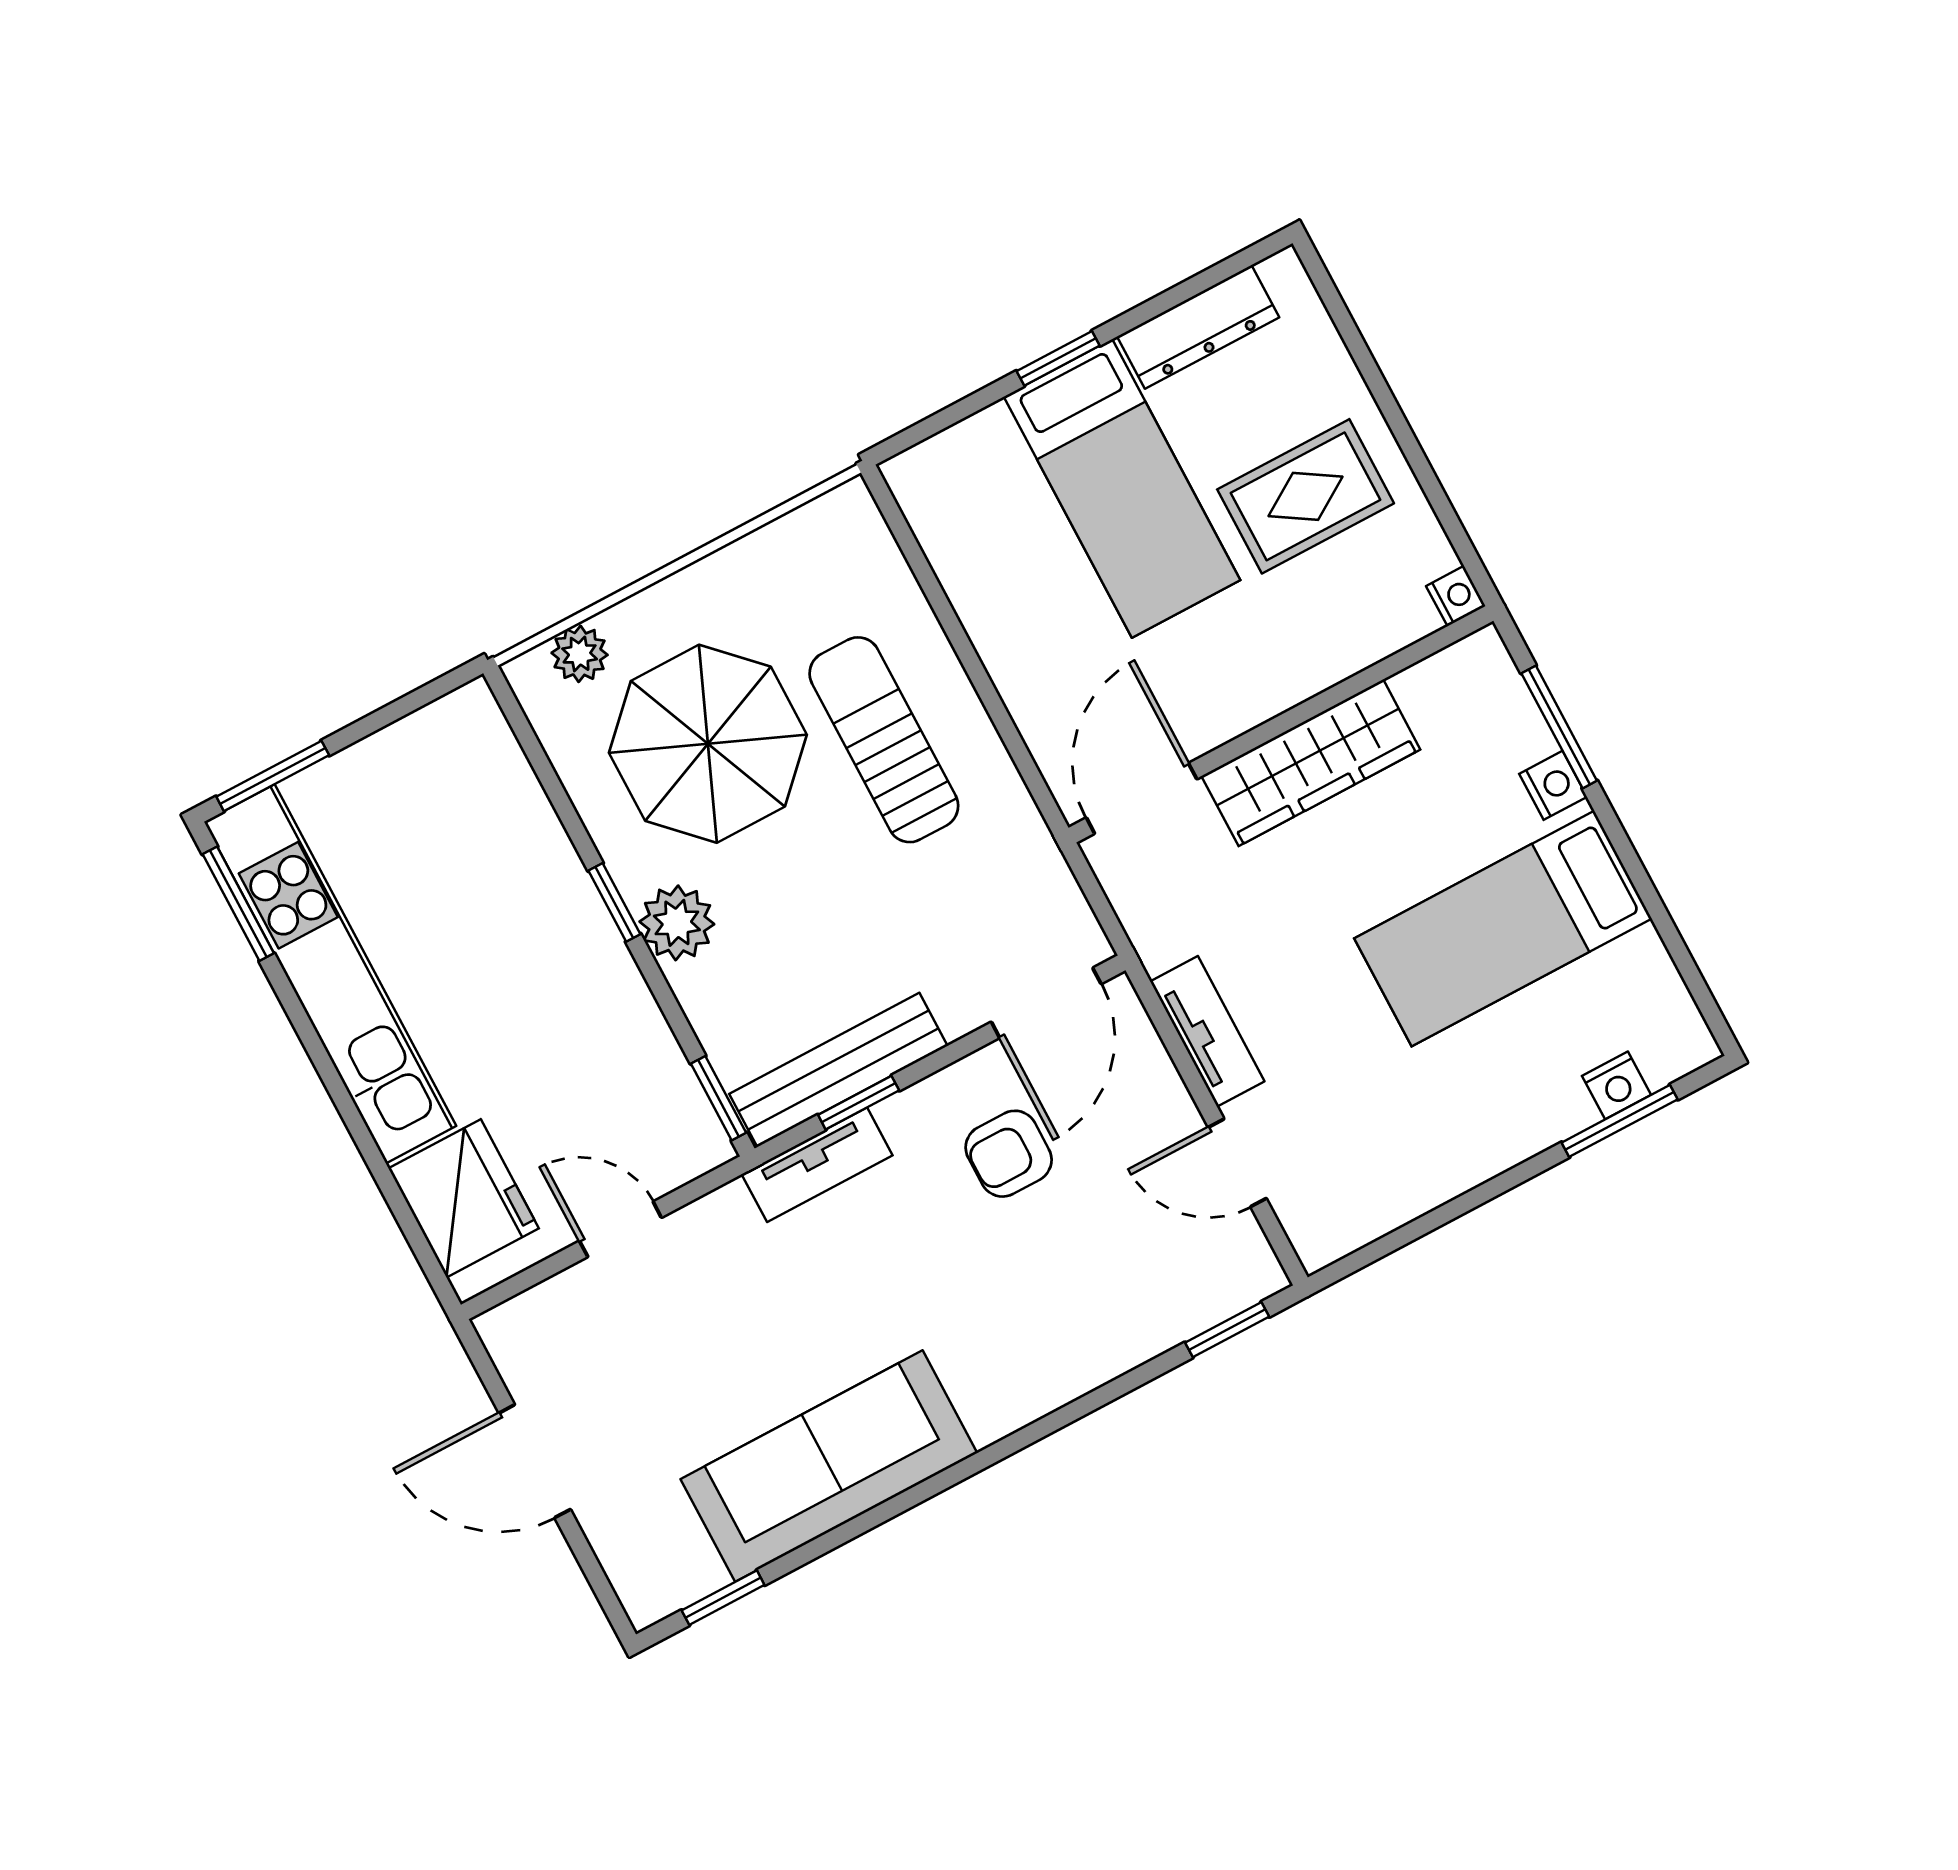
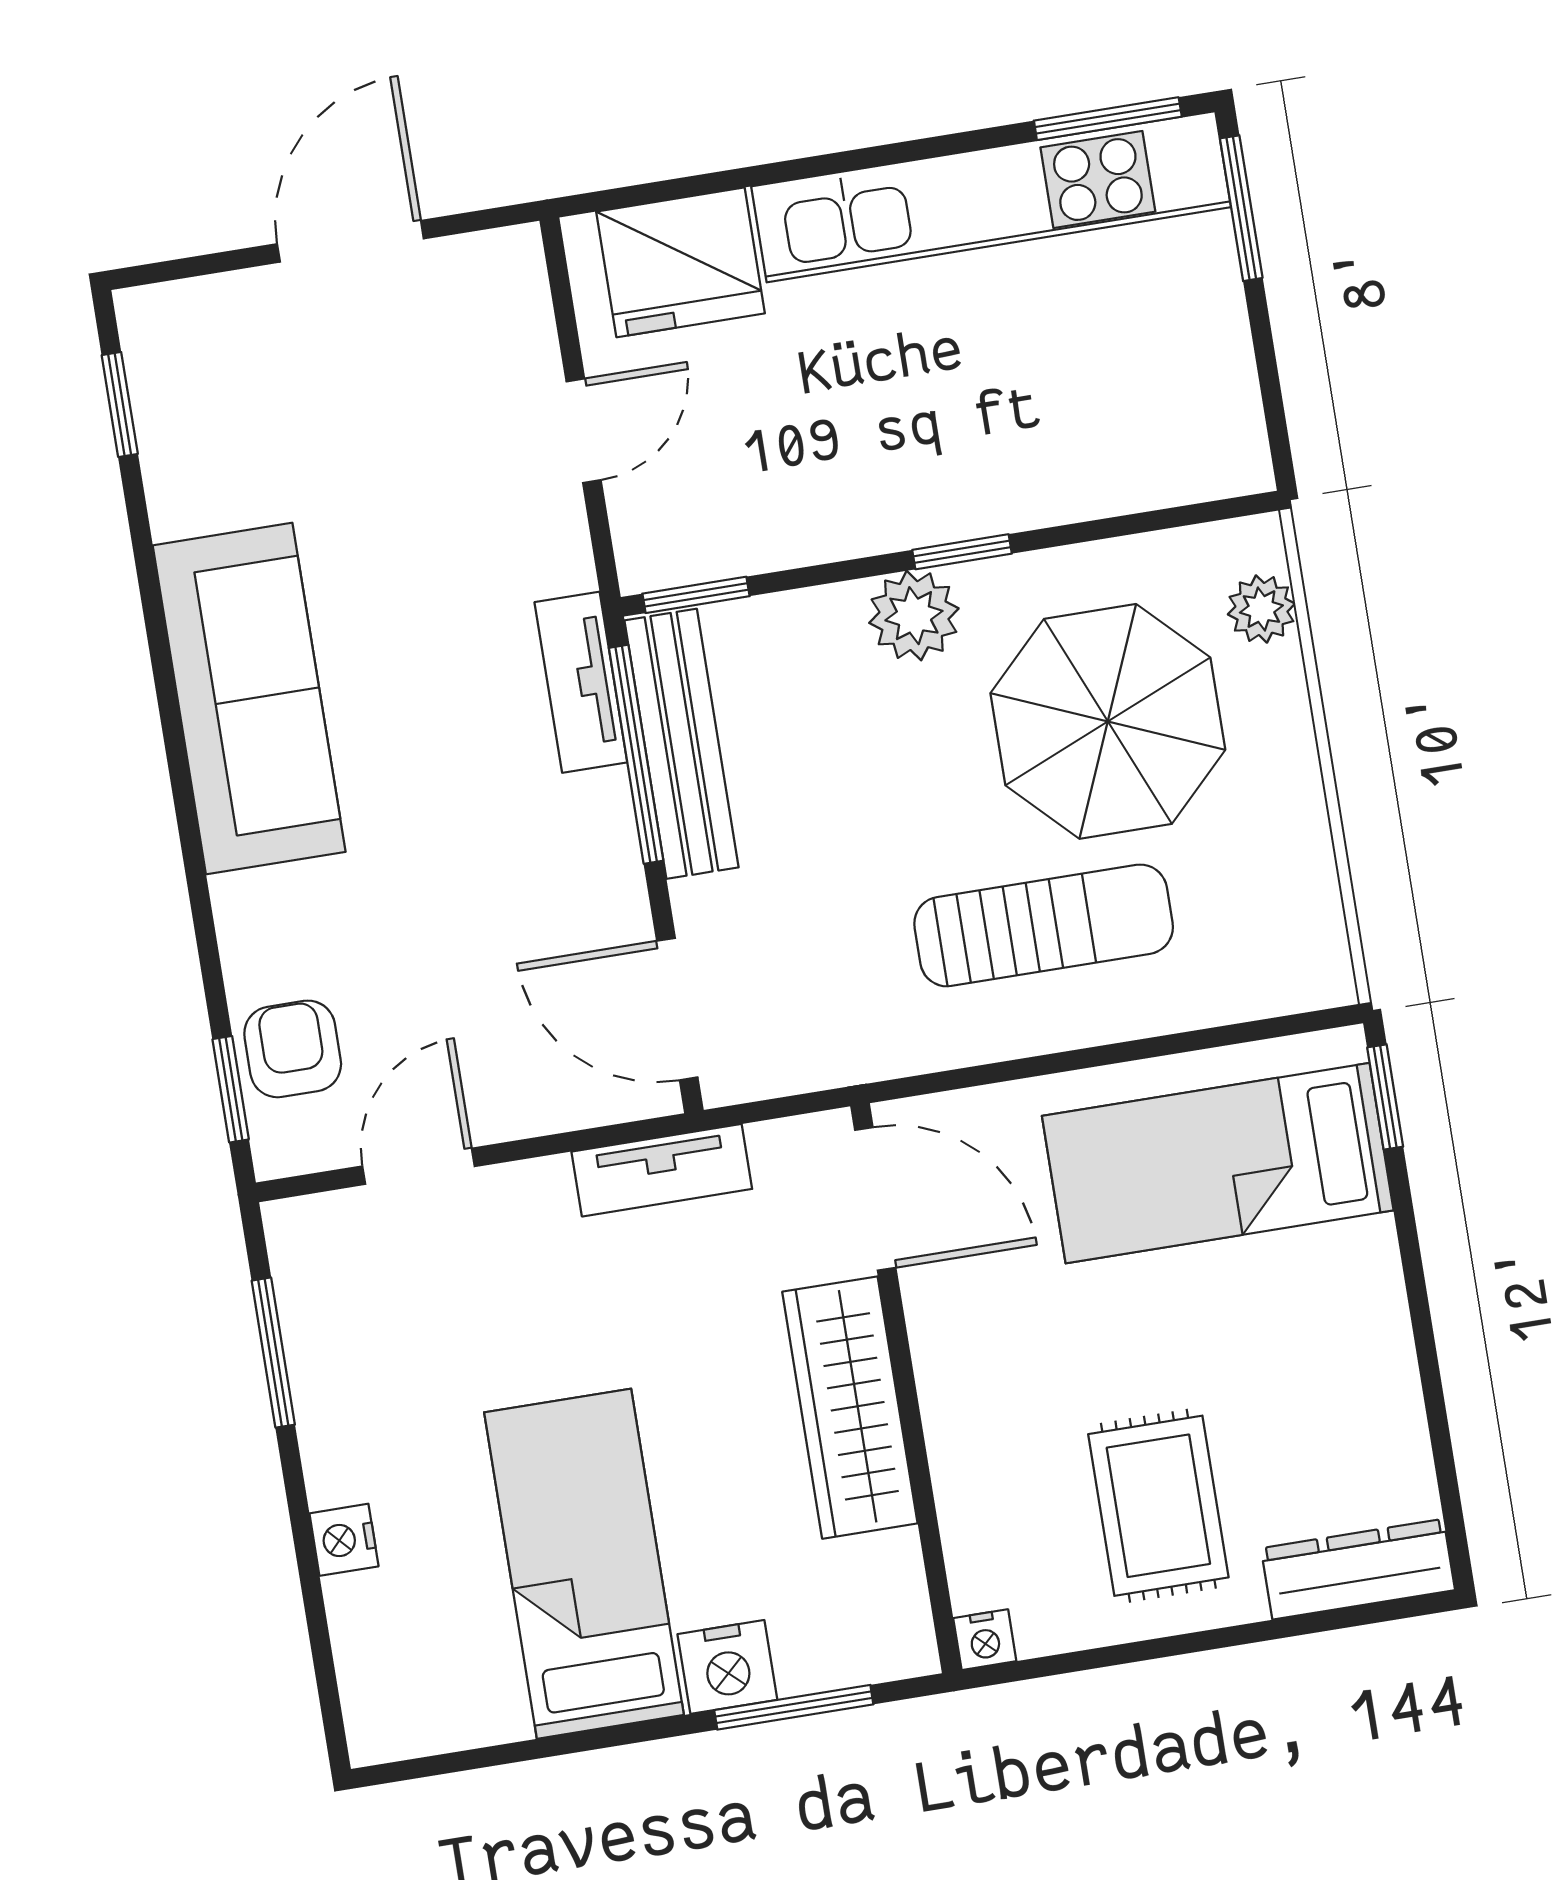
dresser: (1198, 327) -> (1358, 1569), moved, turned 90
window: (1058, 358) -> (1385, 1097), moved
bed: (1122, 488) -> (1218, 1163), moved
nightstand: (1553, 785) -> (727, 1667), width x1.39, depth x1.35
tv unit: (1207, 1031) -> (662, 1170), moved
nightstand: (1616, 1085) -> (344, 1540), moved
window: (859, 1103) -> (636, 754), width x2.17
window: (1620, 1121) -> (273, 1353), moved
armchair: (1009, 1154) -> (293, 1049), moved
sofa: (829, 1466) -> (249, 699), moved

